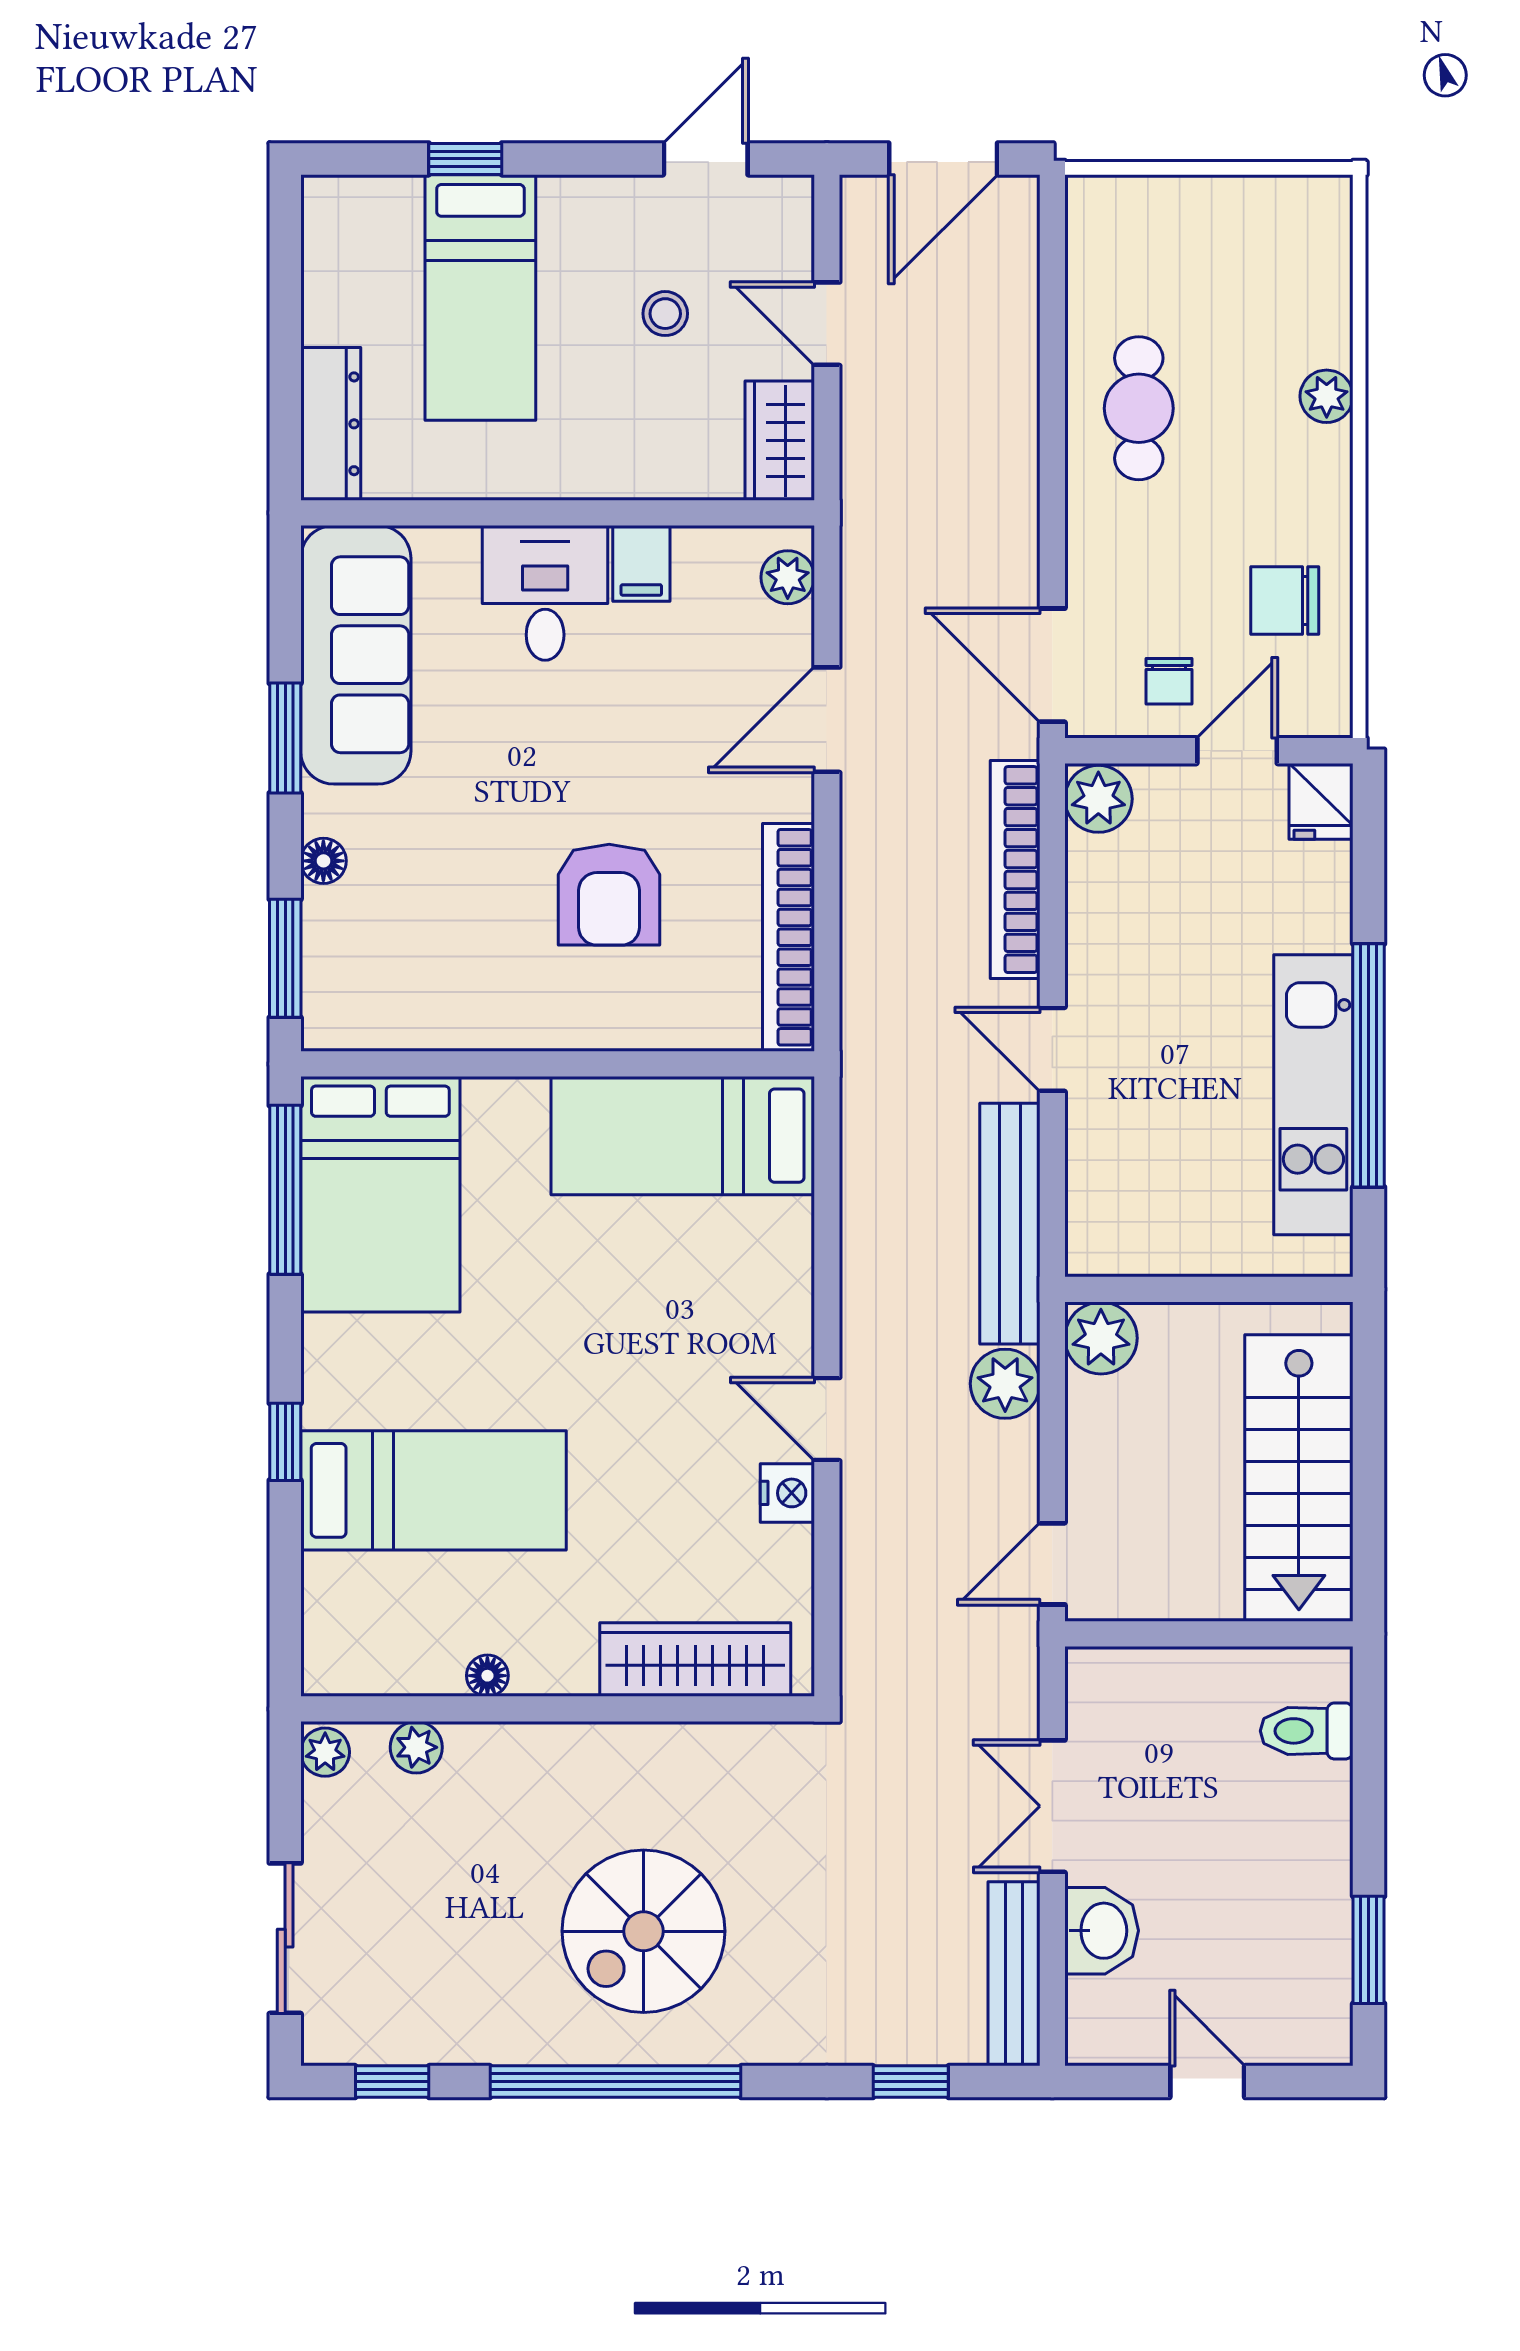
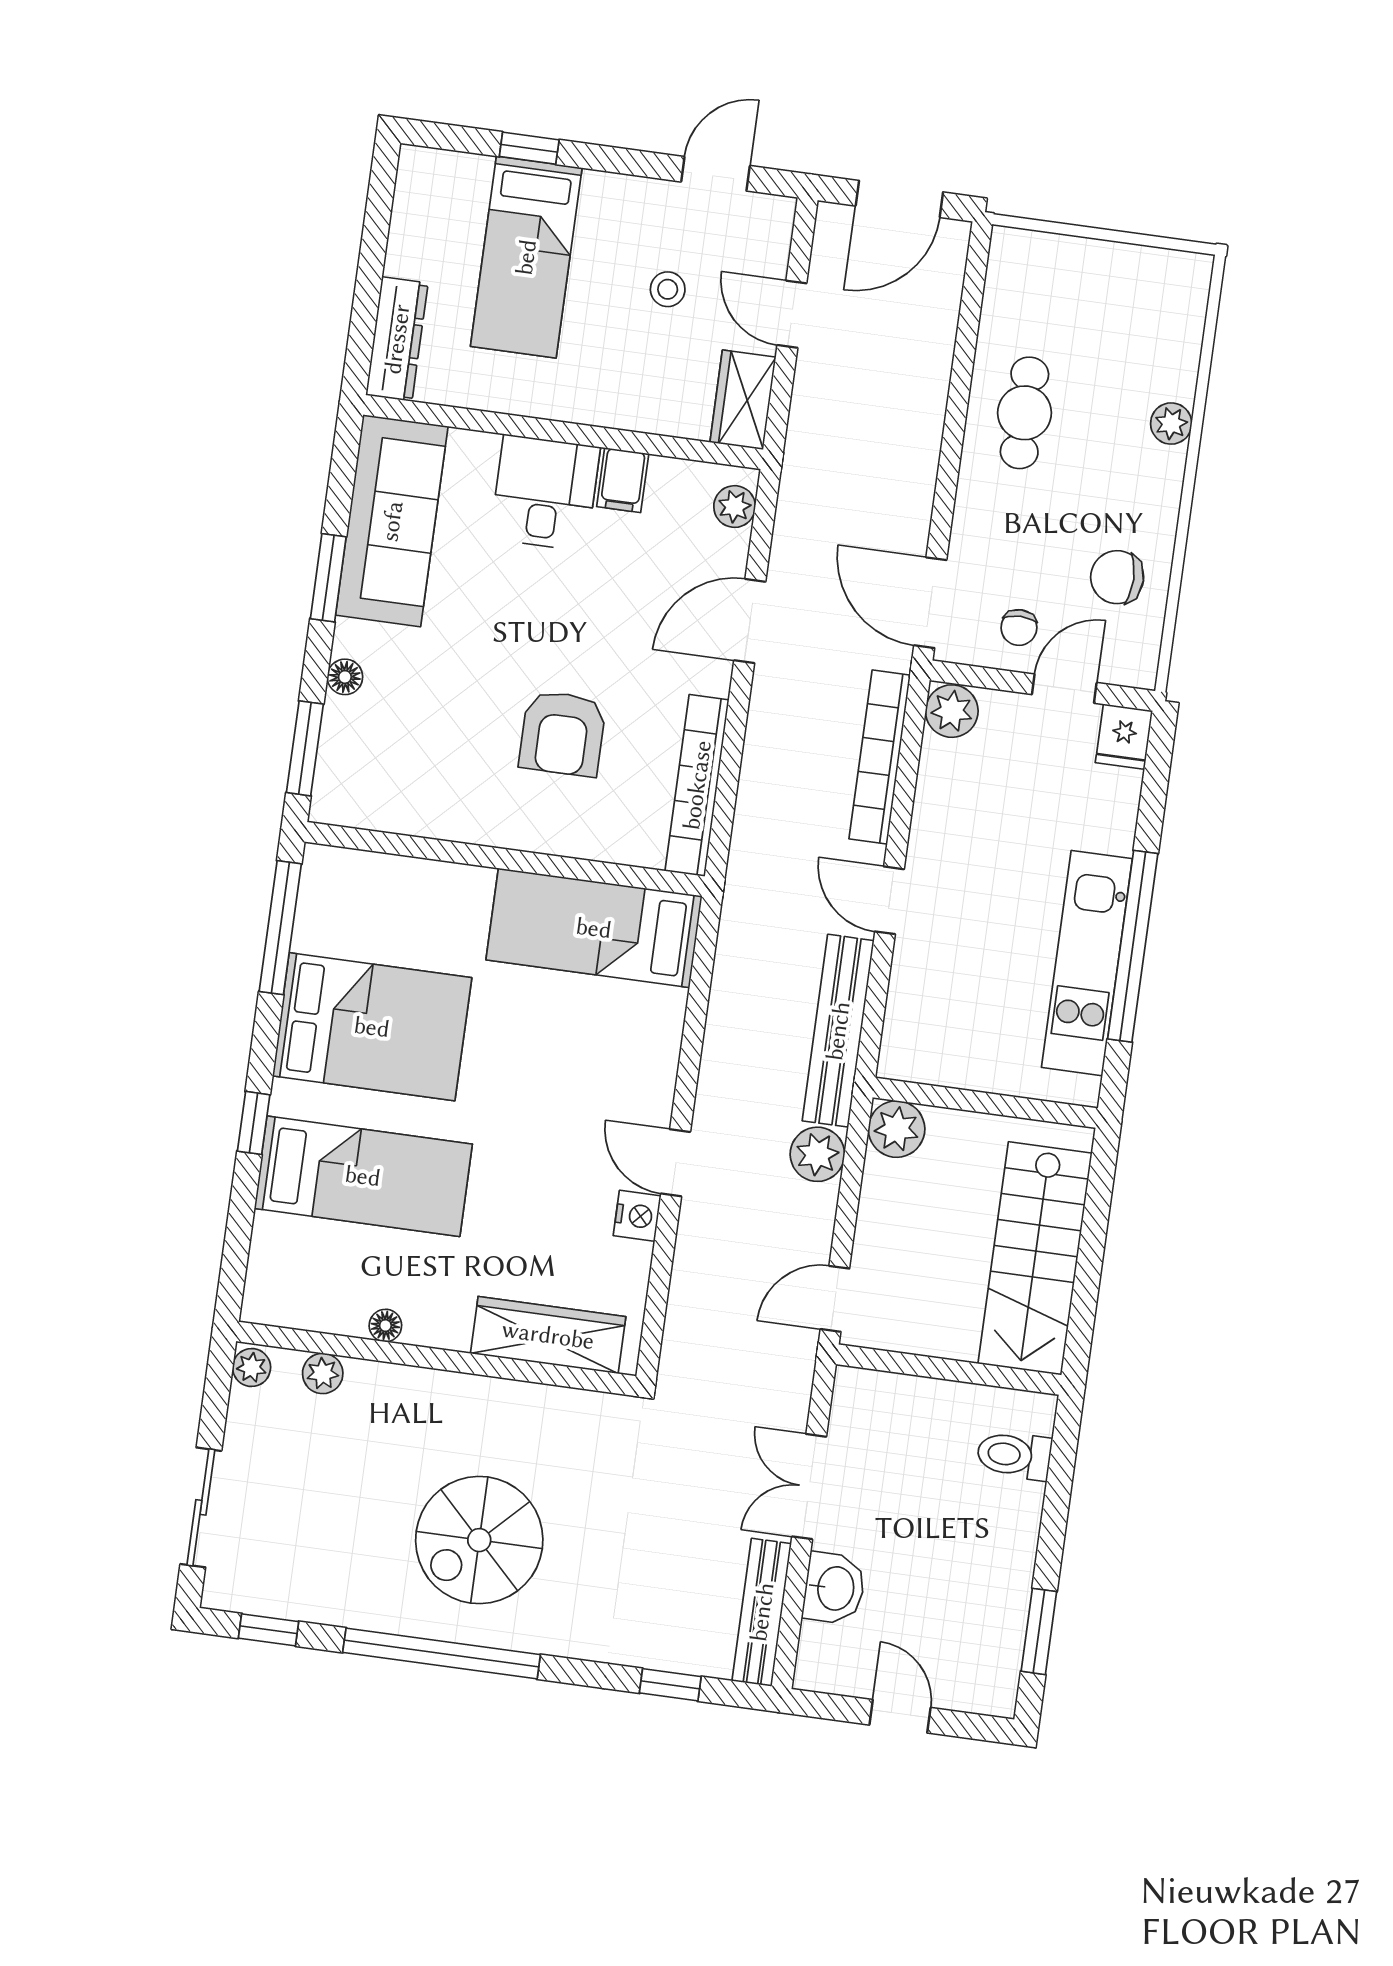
bed: (380, 1194) -> (372, 1027), moved, turned -90

